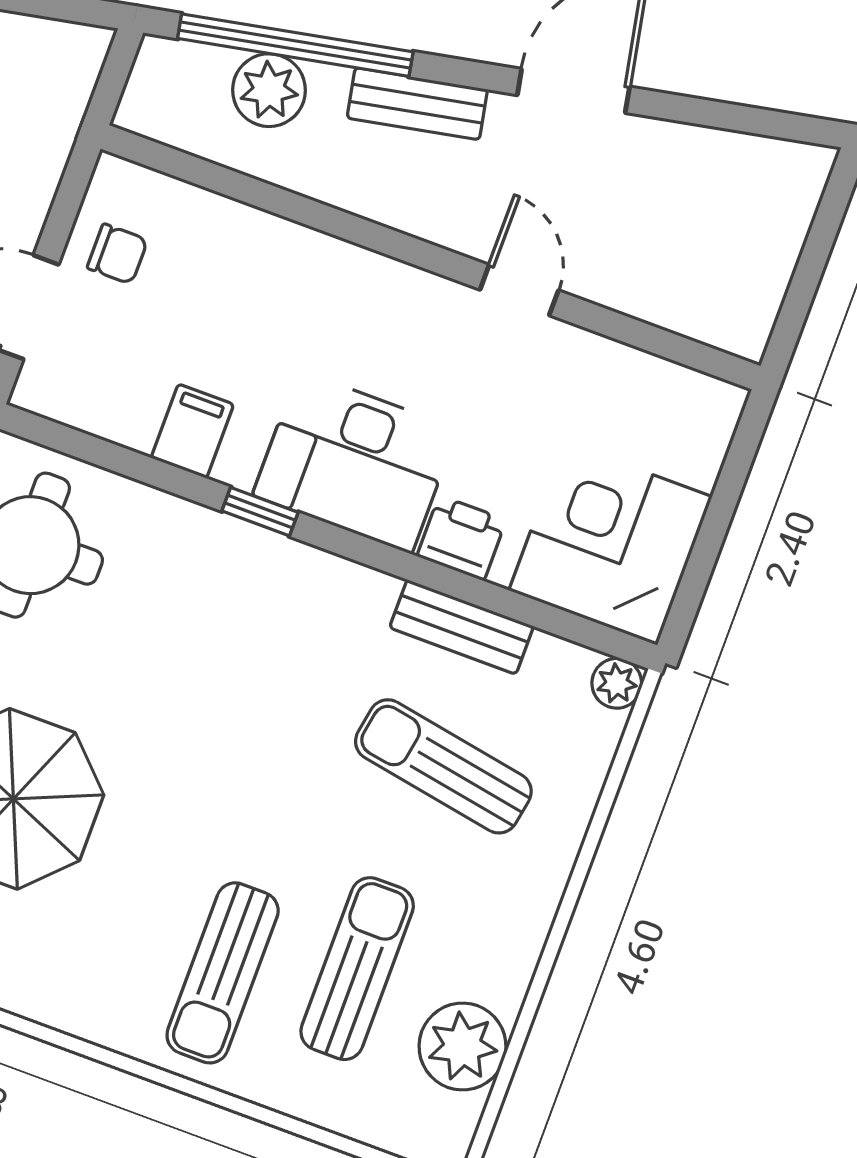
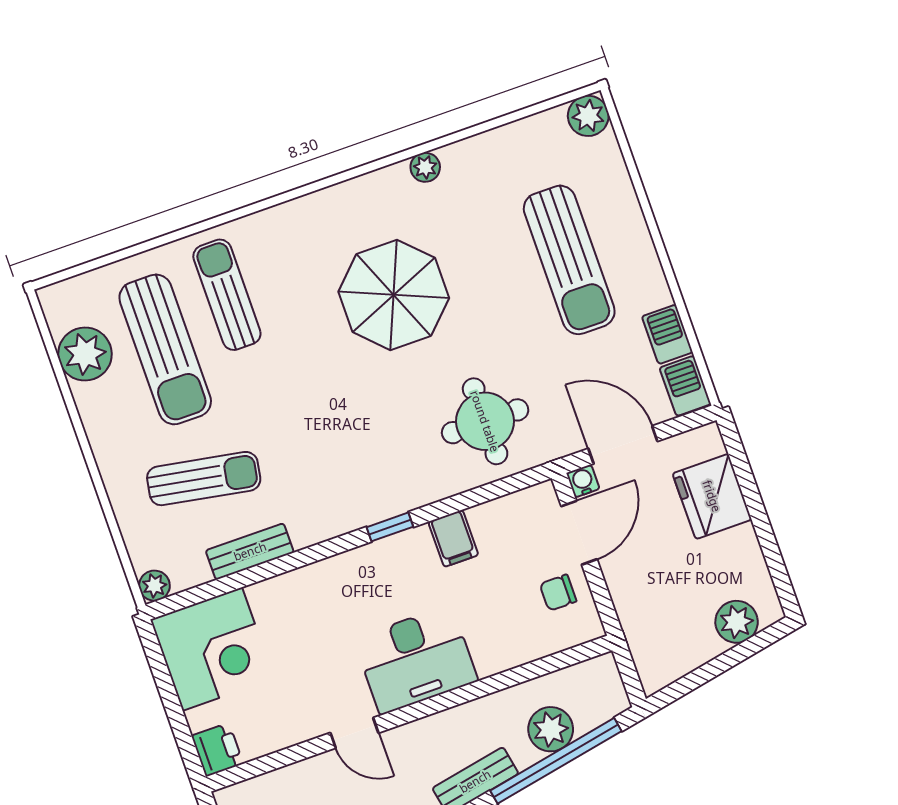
desk: (355, 462) -> (416, 660), moved, turned 180
printer: (462, 538) -> (217, 750), moved, turned -90
sun lounger: (357, 969) -> (165, 349), width x1.36, depth x1.34

